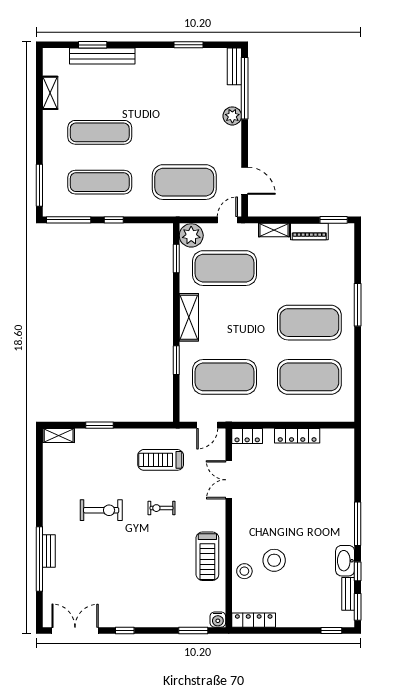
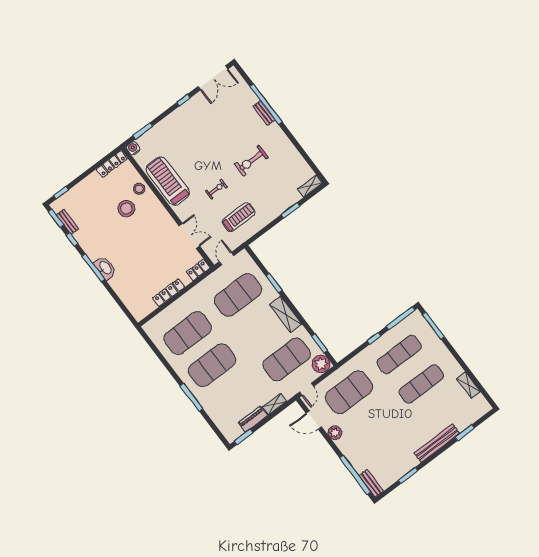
bench: (102, 56) -> (437, 443), moved
plant: (232, 116) -> (335, 433), moved
treadmill: (207, 556) -> (168, 181), width x1.37, depth x1.38
washbasin: (345, 561) -> (105, 268), moved

